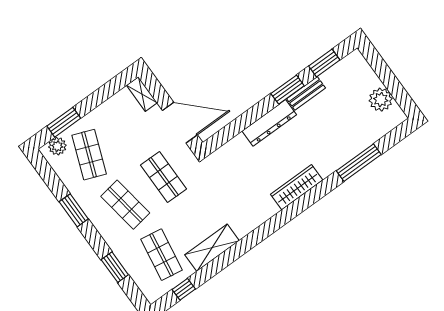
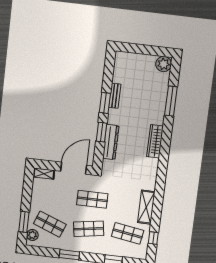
window: (324, 63) -> (101, 132), moved
plant: (381, 100) -> (164, 64), moved
dresser: (269, 123) -> (111, 142), moved

